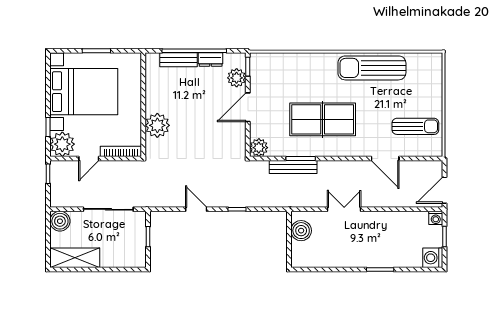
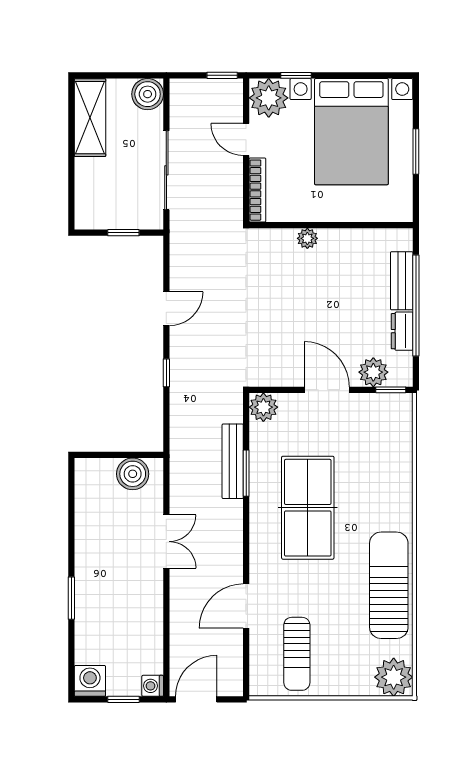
plant: (430, 65) -> (394, 677), added
plant: (157, 125) -> (307, 238), width x0.53, depth x0.53
door: (444, 190) -> (196, 699), hinge flipped

